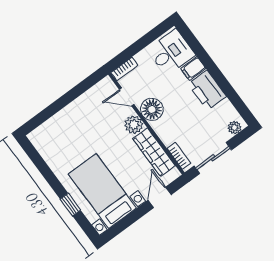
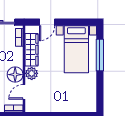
door: (127, 97) -> (24, 92), swing flipped
window: (70, 205) -> (100, 55), width x2.17

